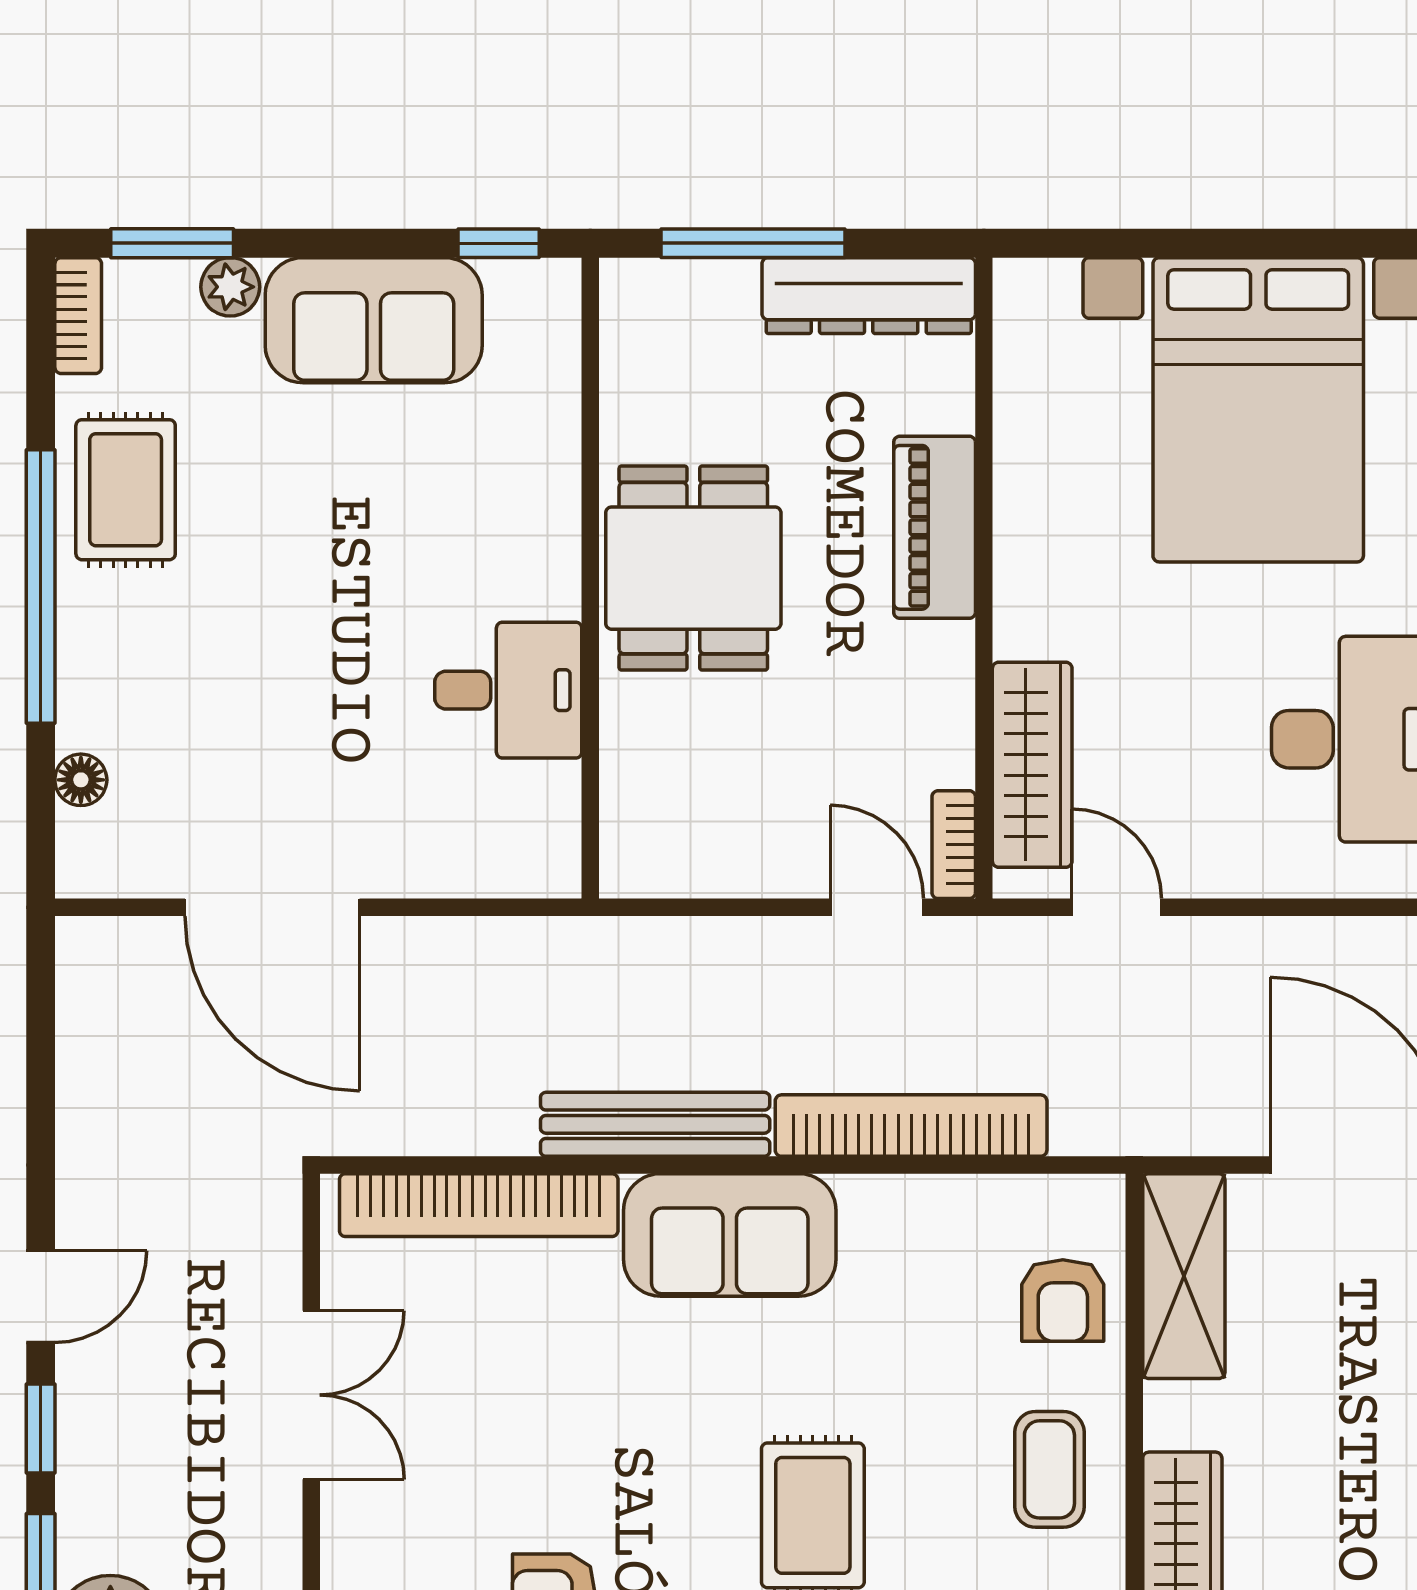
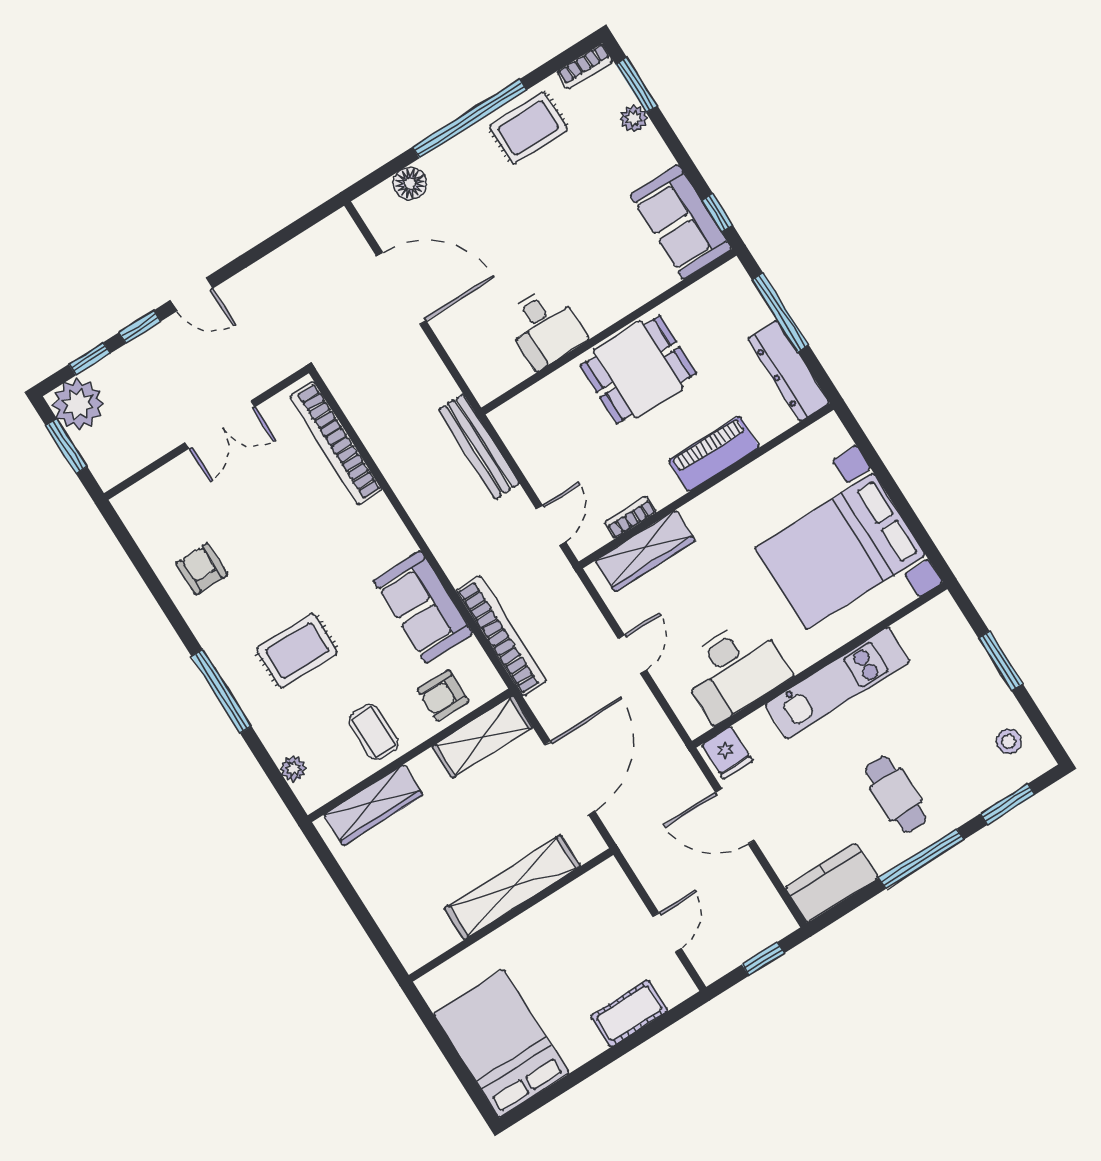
sofa: (374, 320) -> (681, 222), moved
floor lamp: (81, 780) -> (410, 184), width x1.37, depth x1.37
bookcase: (954, 845) -> (630, 517), moved
door: (272, 907) -> (401, 289), swing flipped
door: (1117, 907) -> (632, 654), moved
bench: (655, 1124) -> (479, 447), moved
bookcase: (911, 1126) -> (501, 636), moved
sofa: (730, 1235) -> (423, 607), moved
coffee table: (1049, 1469) -> (374, 732), turned 90

